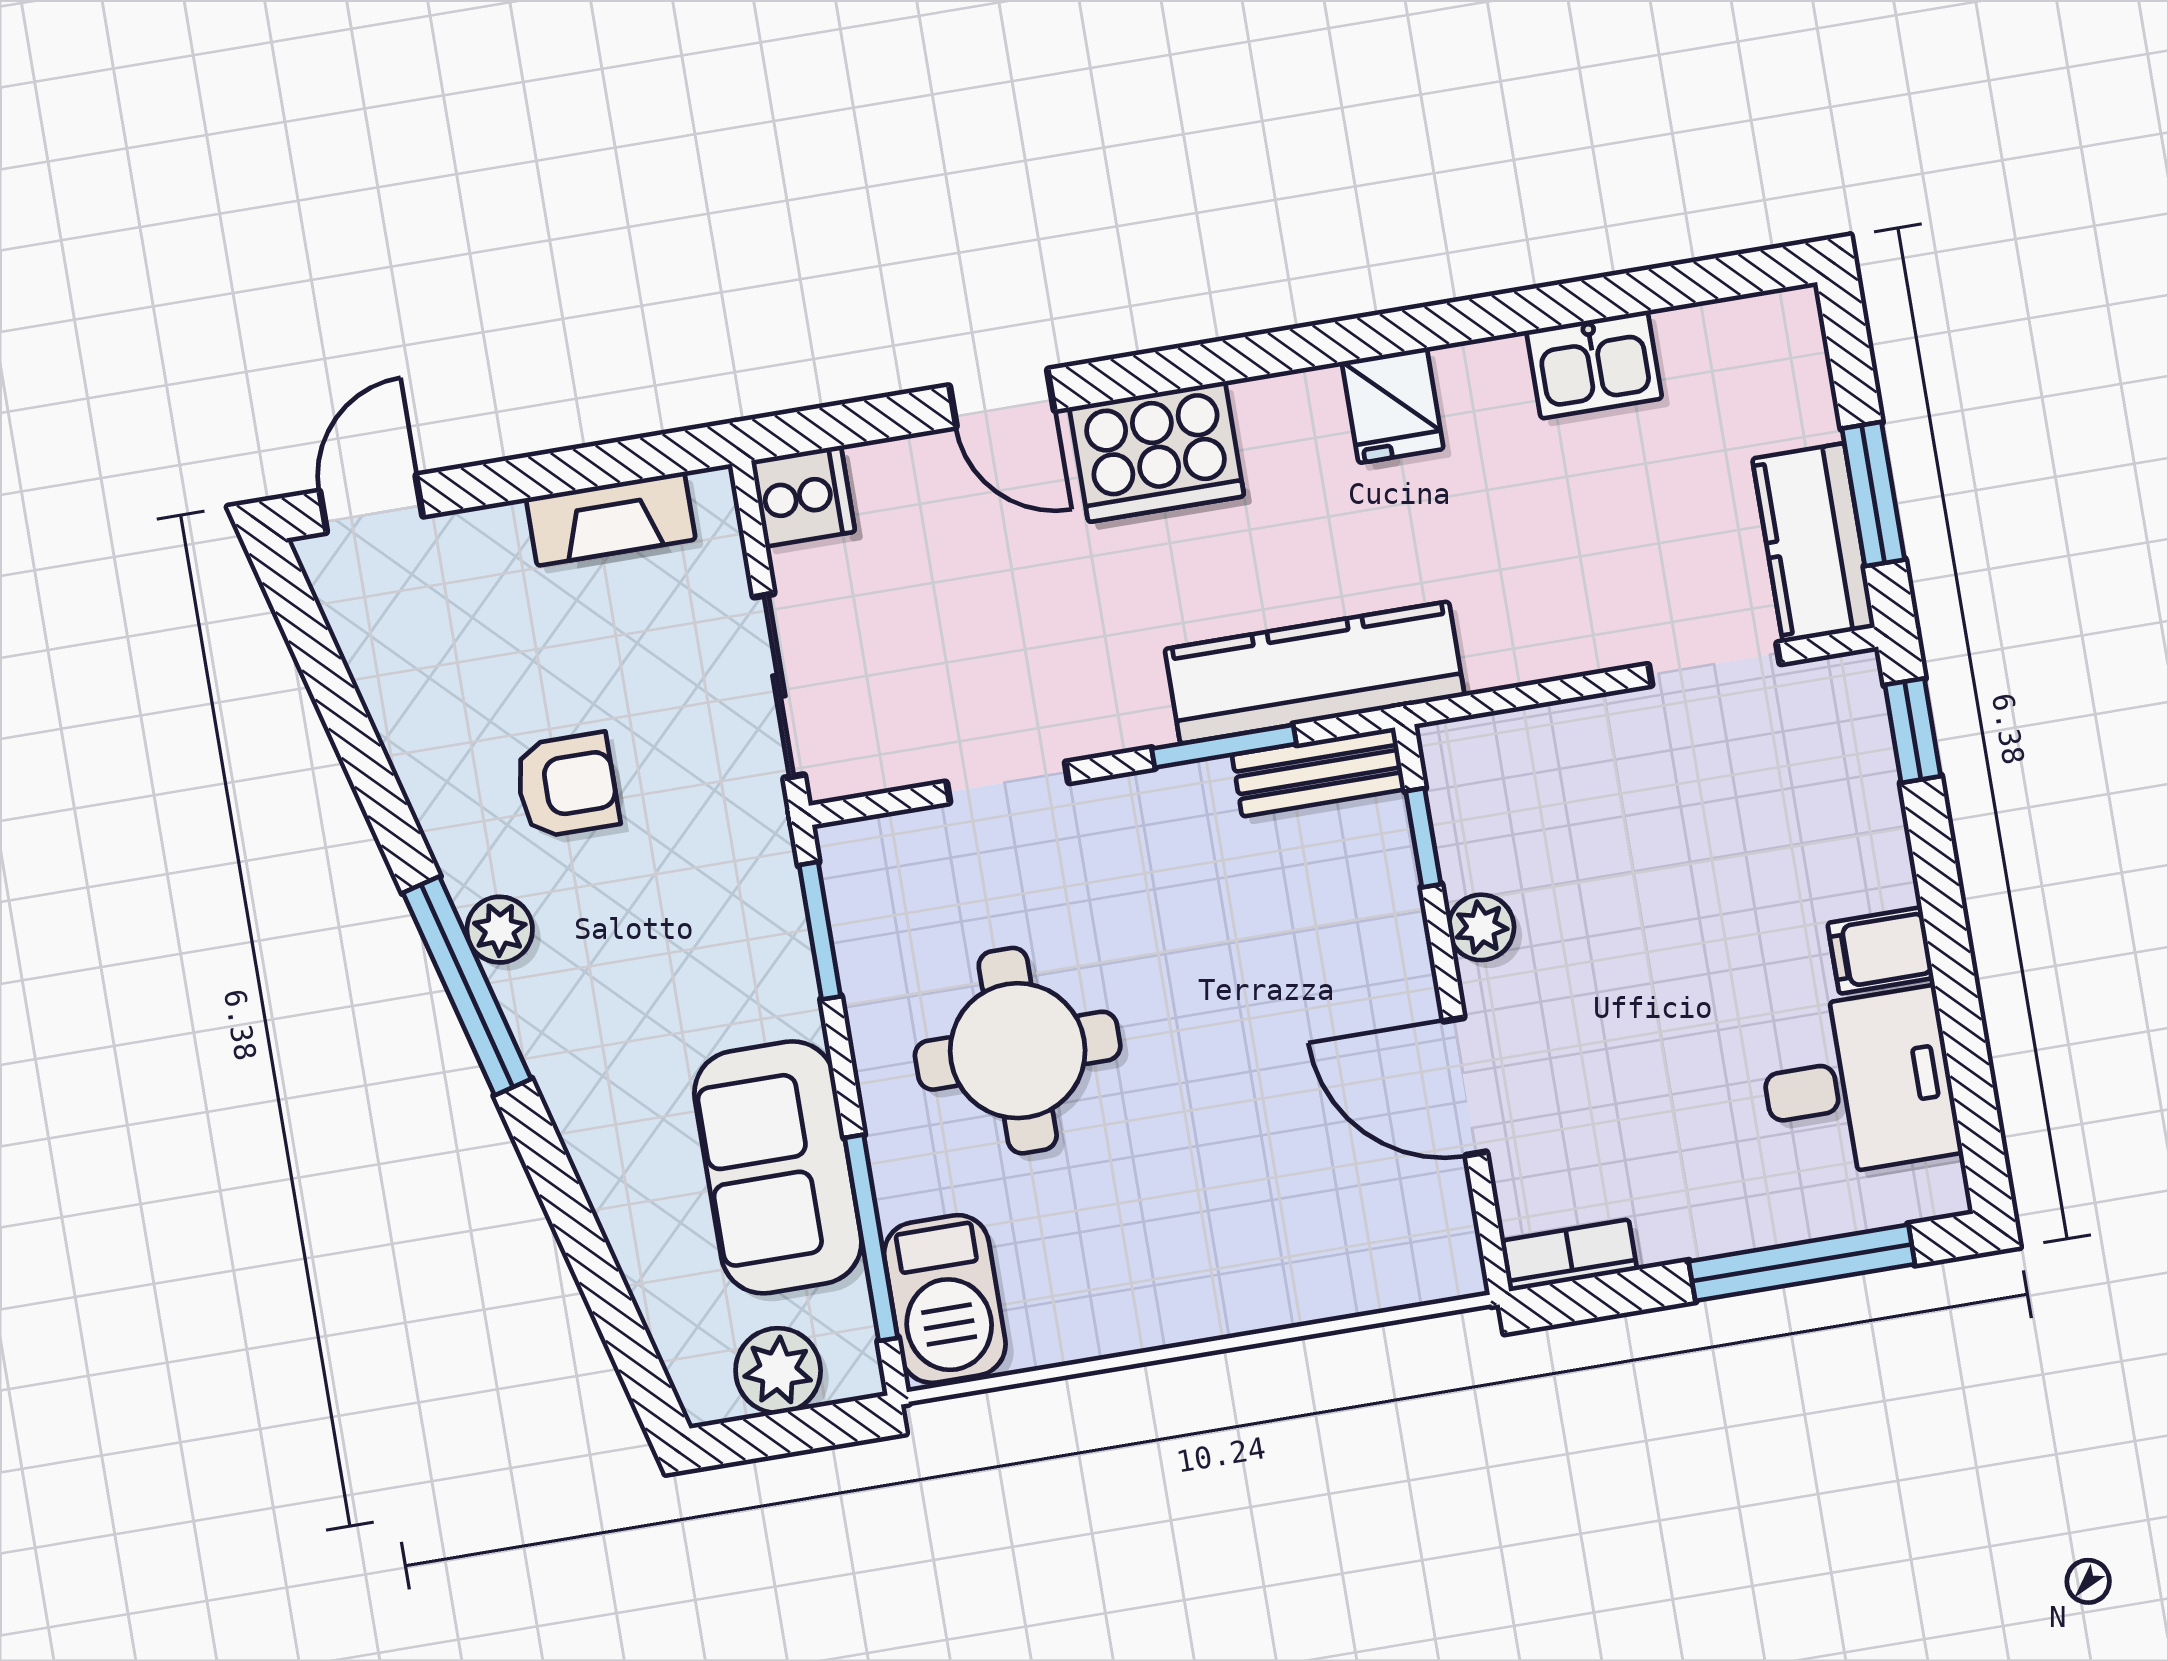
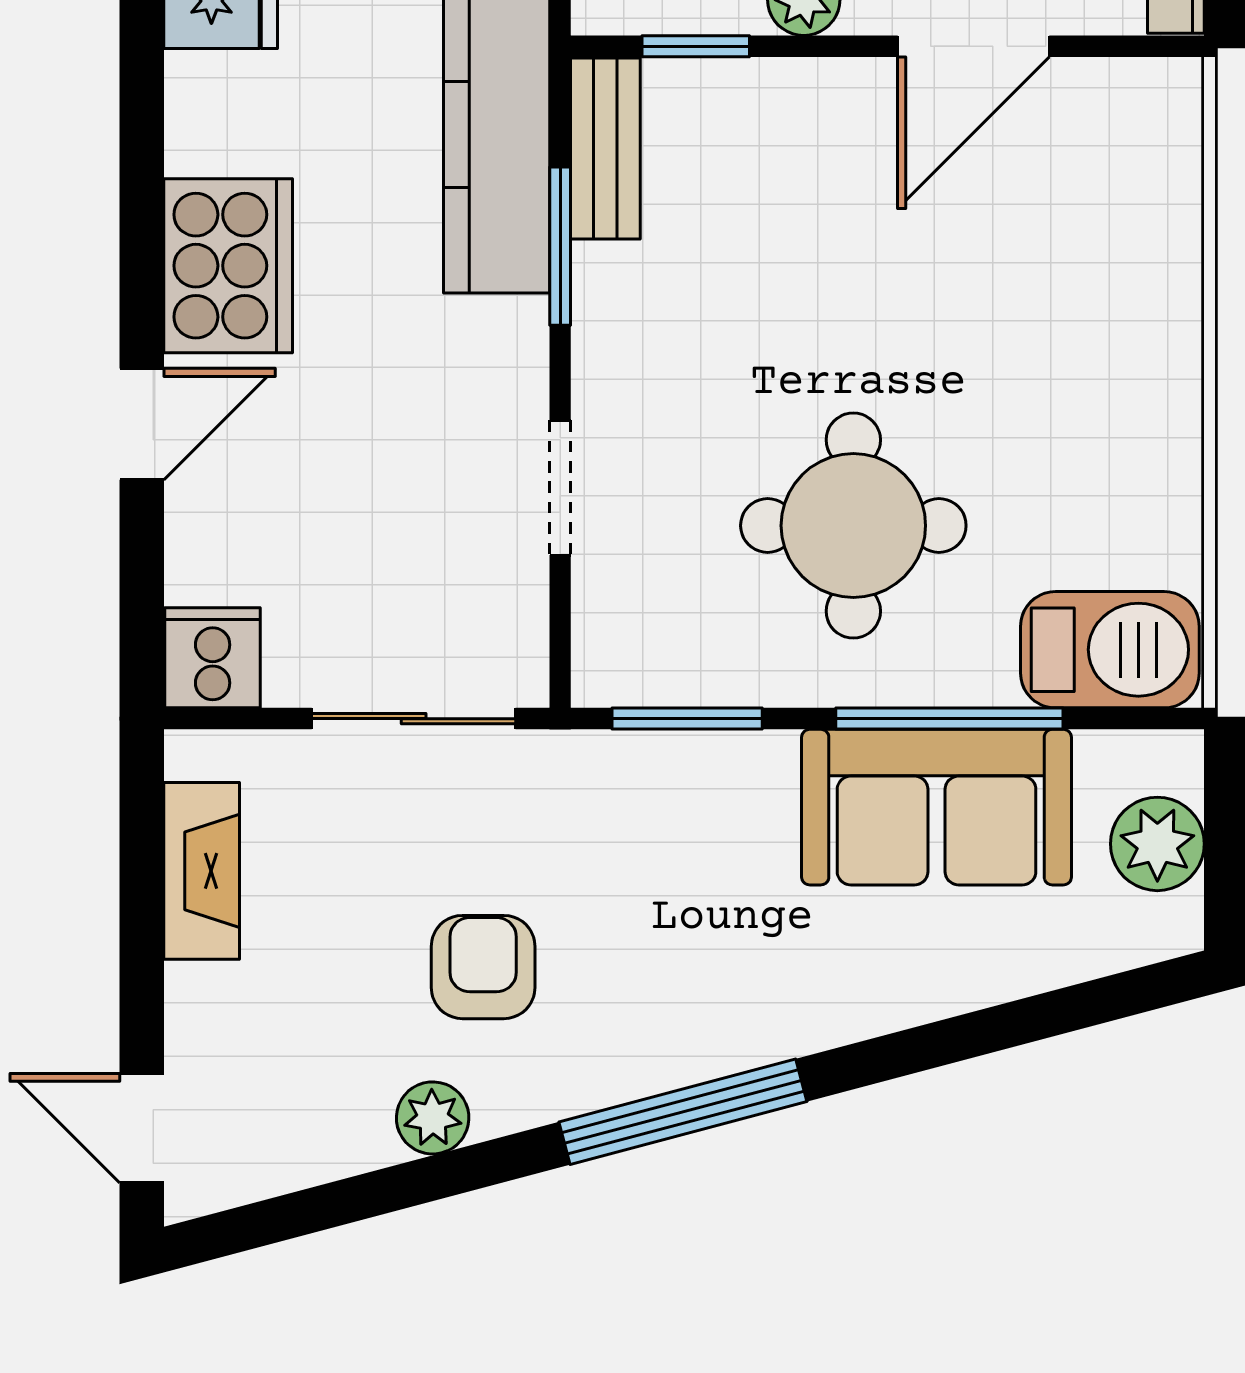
plant: (500, 930) -> (433, 1118), moved
window: (871, 1238) -> (949, 719), moved

